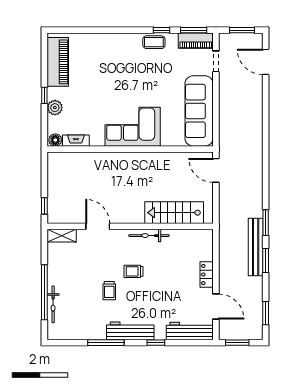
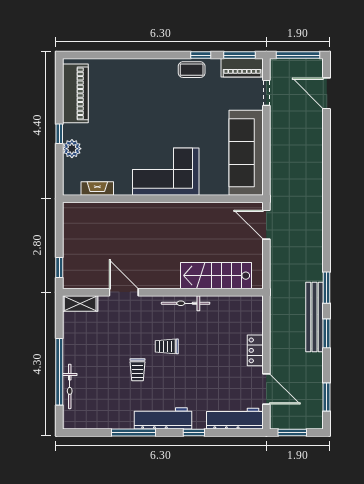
window: (242, 30) -> (298, 55), width x1.44
floor lamp: (55, 140) -> (72, 188), removed

